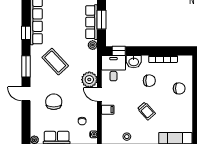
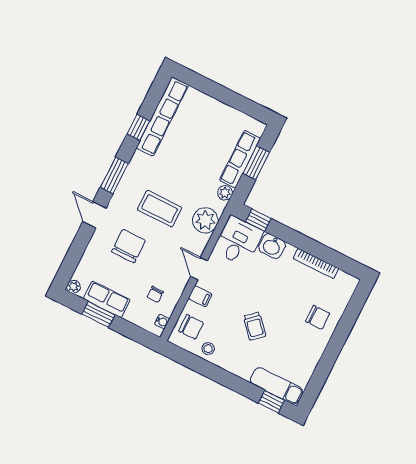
coffee table: (55, 62) -> (160, 209), moved, turned -47
plant: (89, 80) -> (205, 220), moved
chair: (149, 81) -> (191, 327), moved

